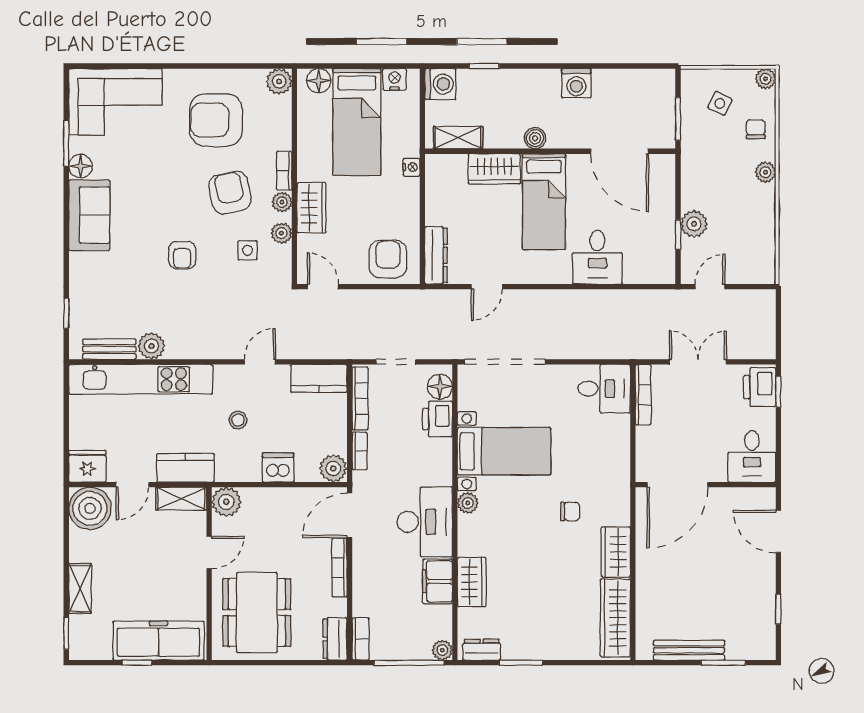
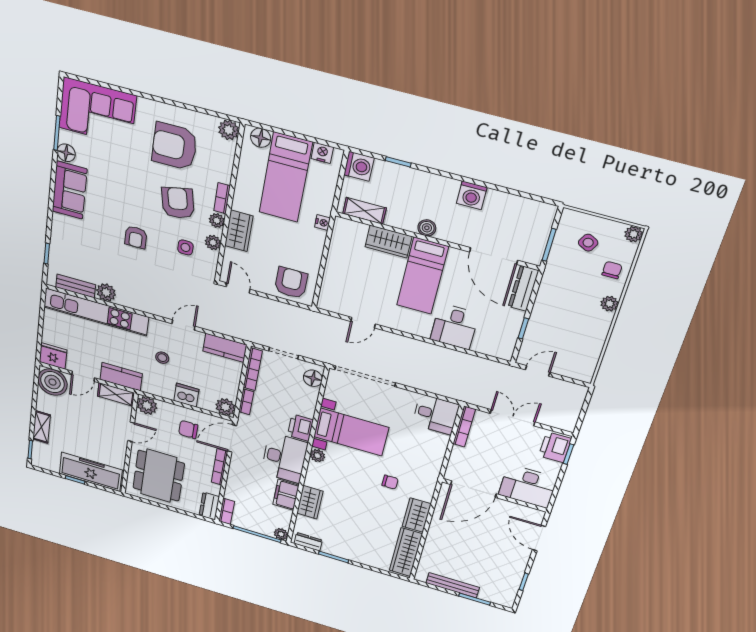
plant: (694, 224) -> (539, 324), removed
dresser: (436, 255) -> (523, 289), moved, turned 180
printer: (438, 419) -> (300, 428), moved
desk: (752, 456) -> (528, 486), width x1.37
chair: (288, 521) -> (188, 429), added

